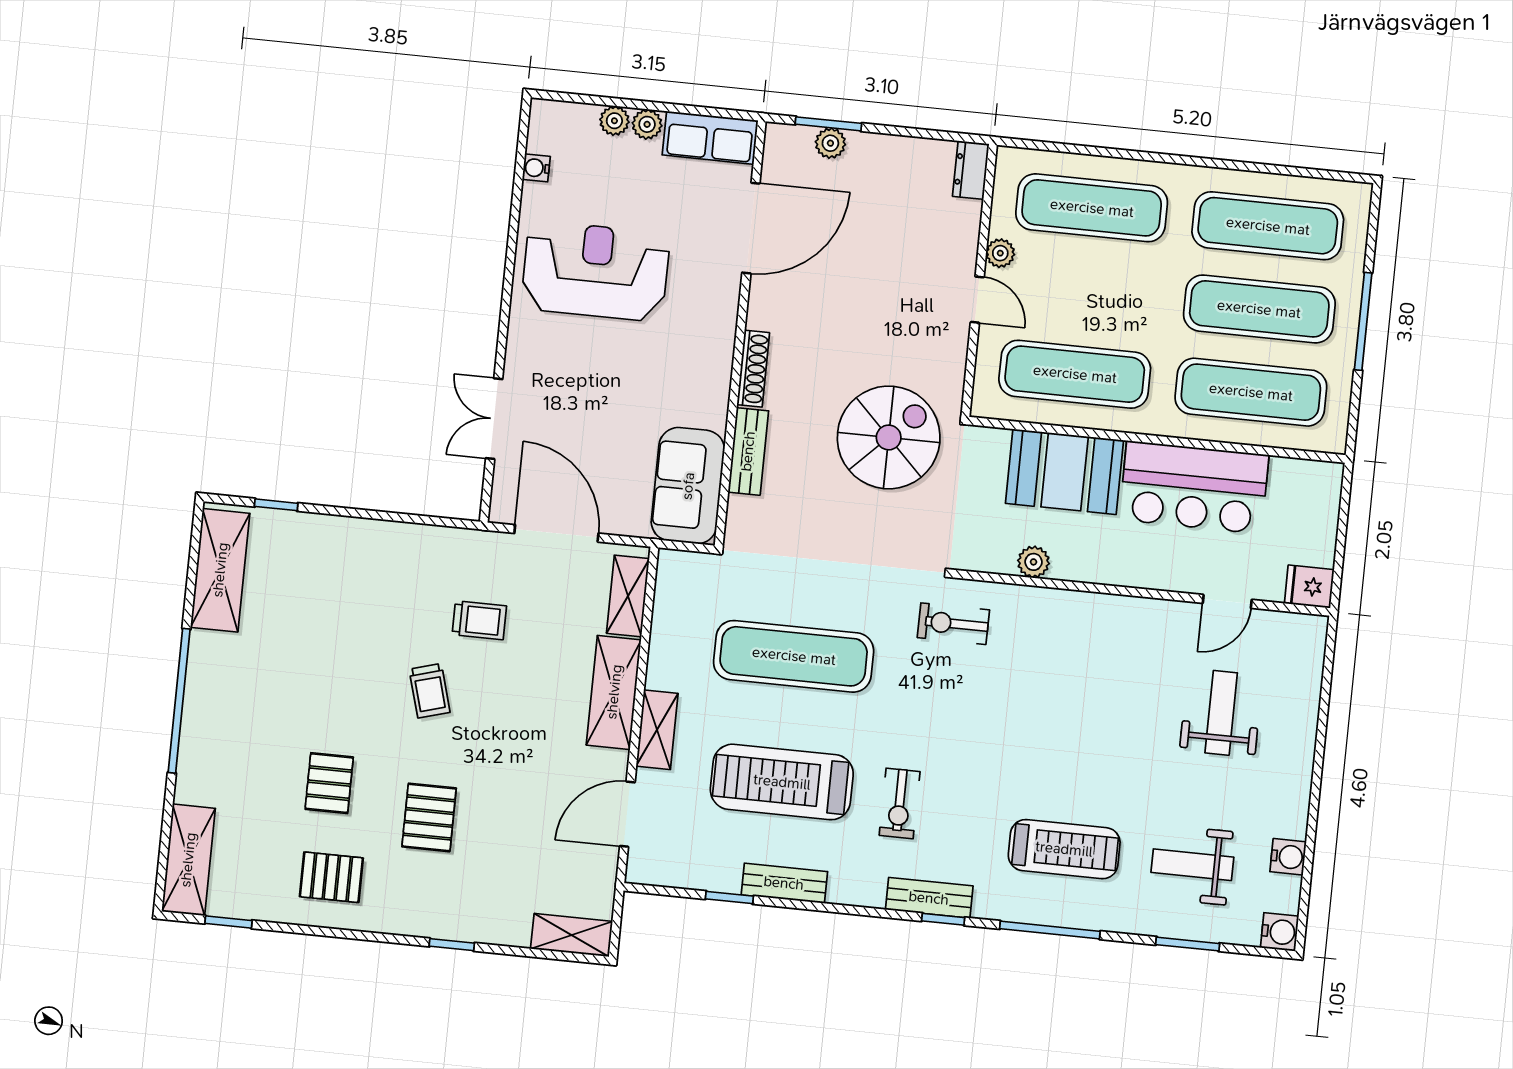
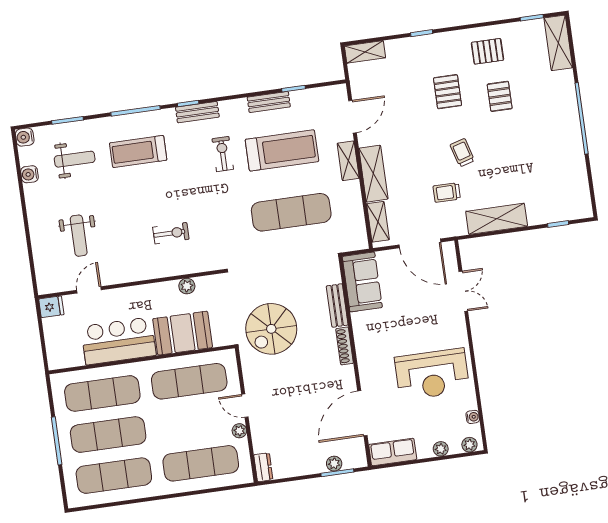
plant: (647, 124) -> (469, 445), moved
shelving: (220, 570) -> (497, 219), moved, turned 90
exercise bike: (953, 624) -> (171, 233), moved

